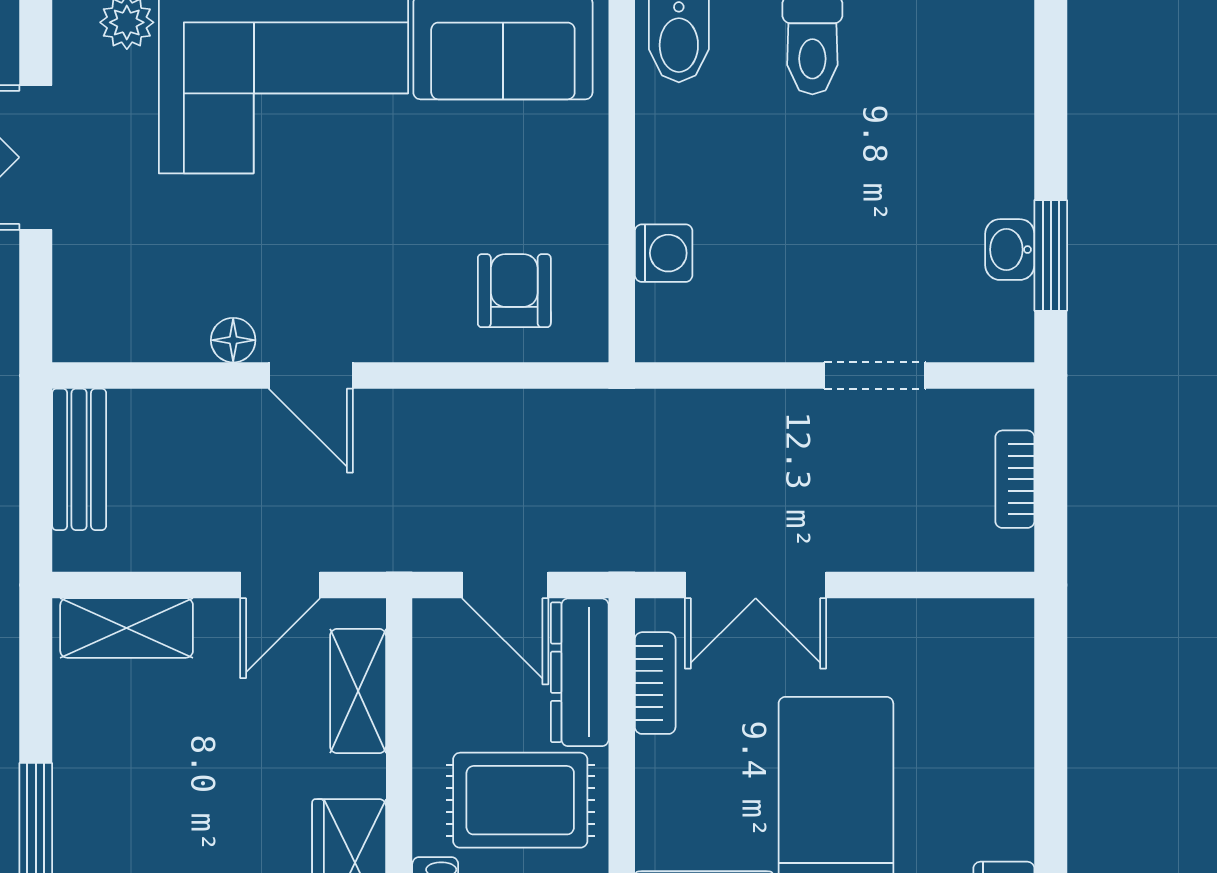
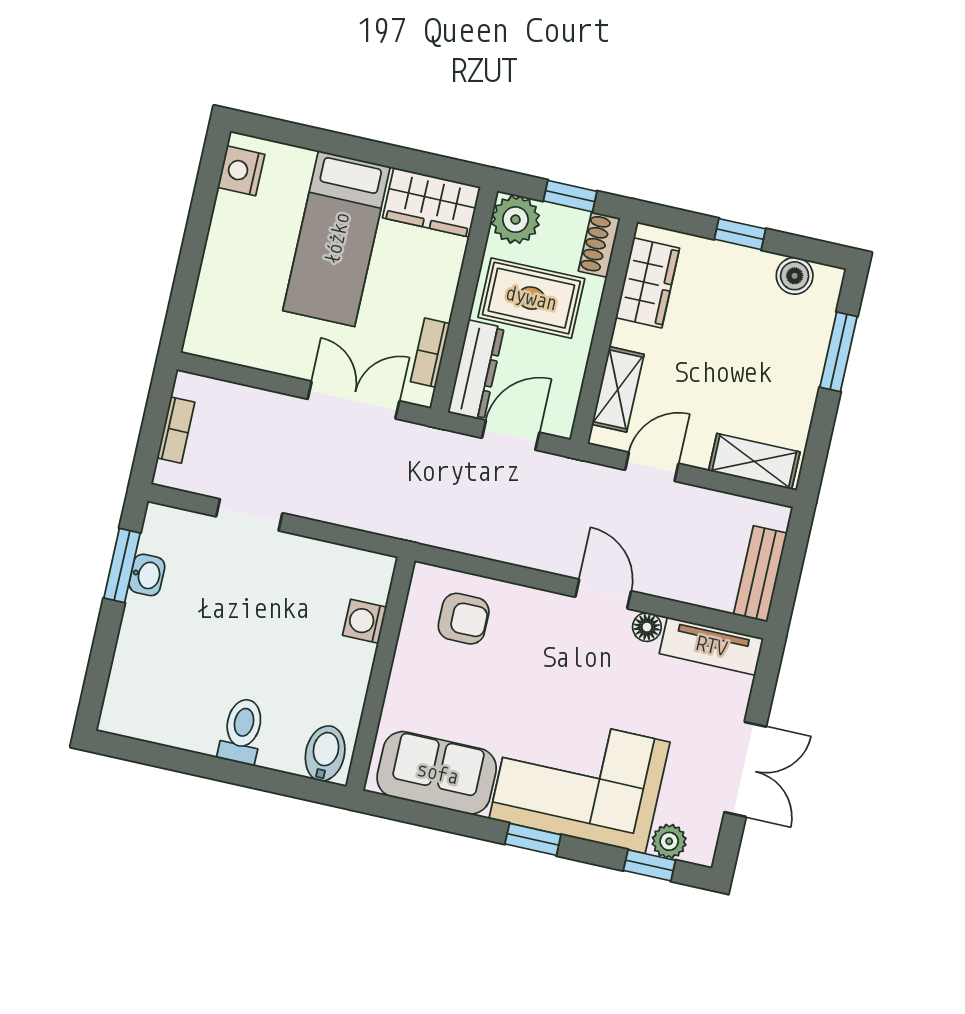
armchair: (514, 291) -> (464, 619), turned -90
tv unit: (129, 333) -> (711, 646), added
door: (505, 585) -> (511, 435), hinge flipped

